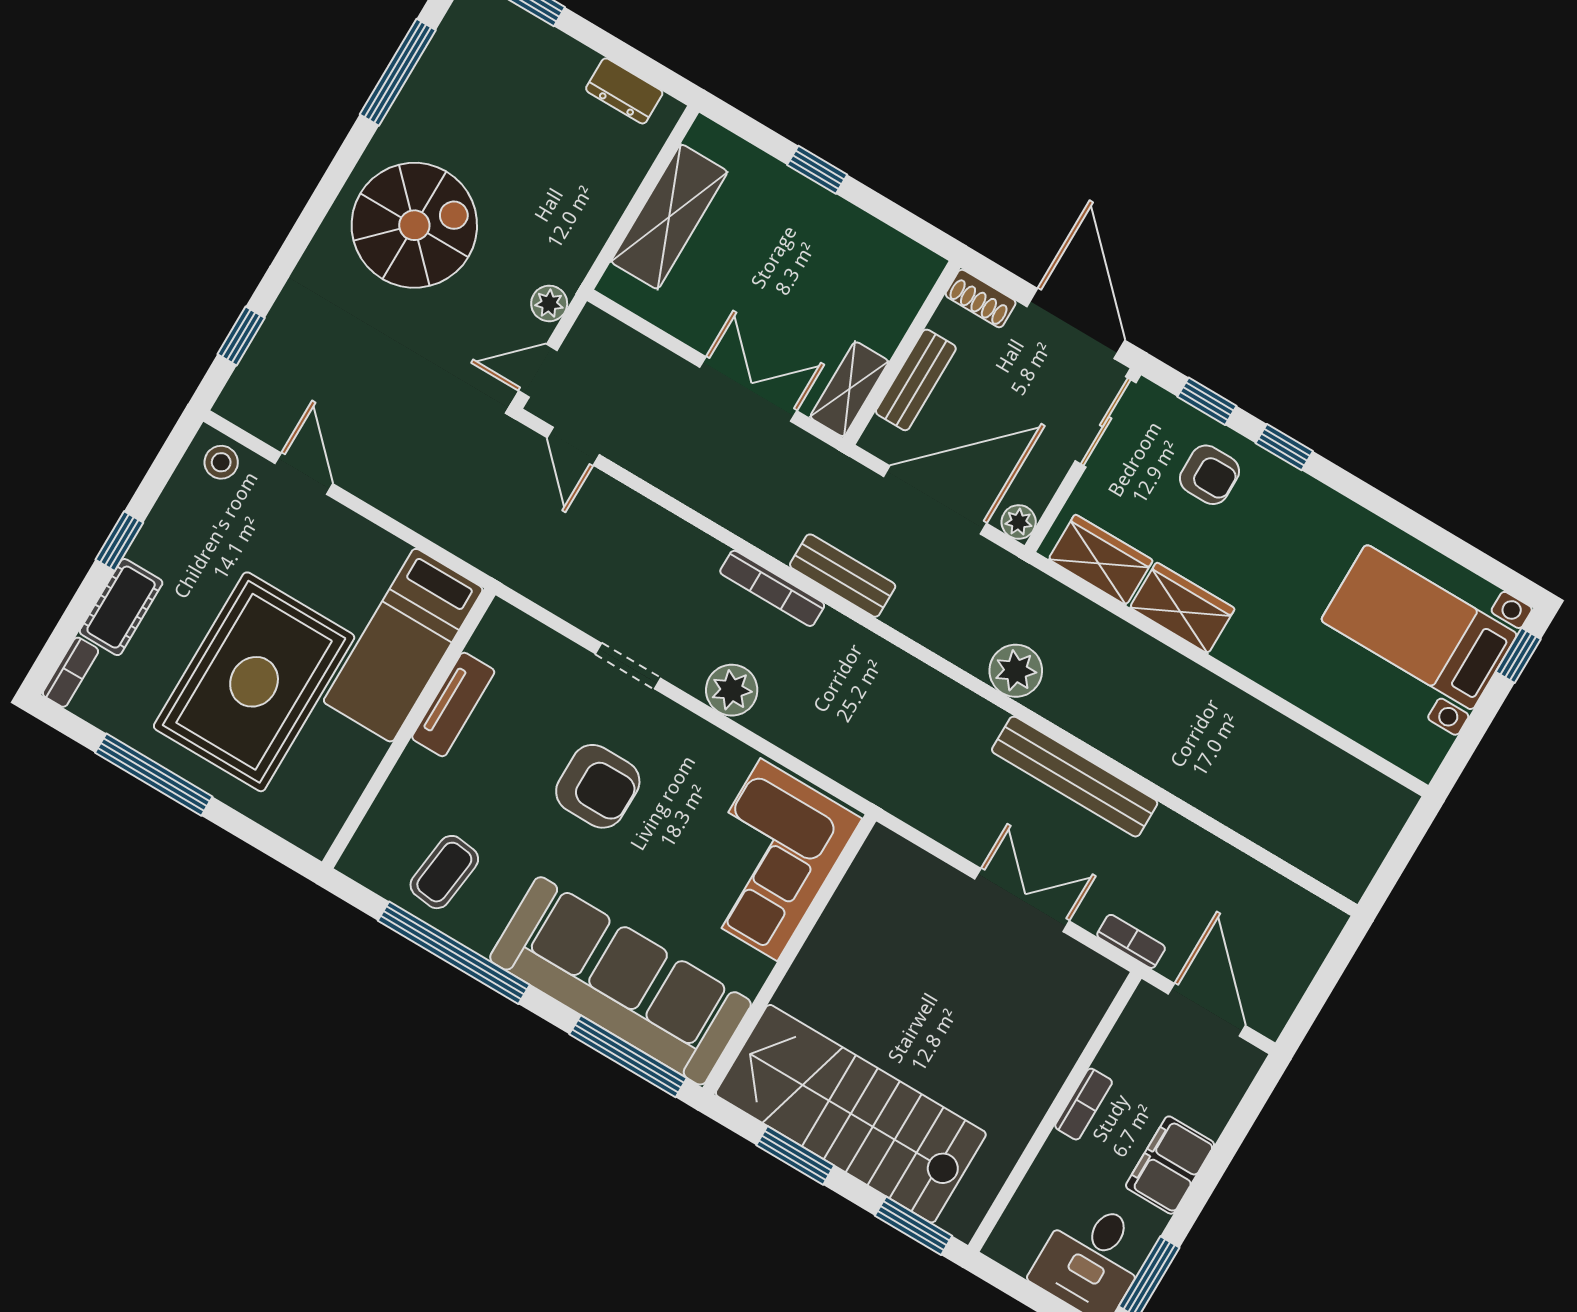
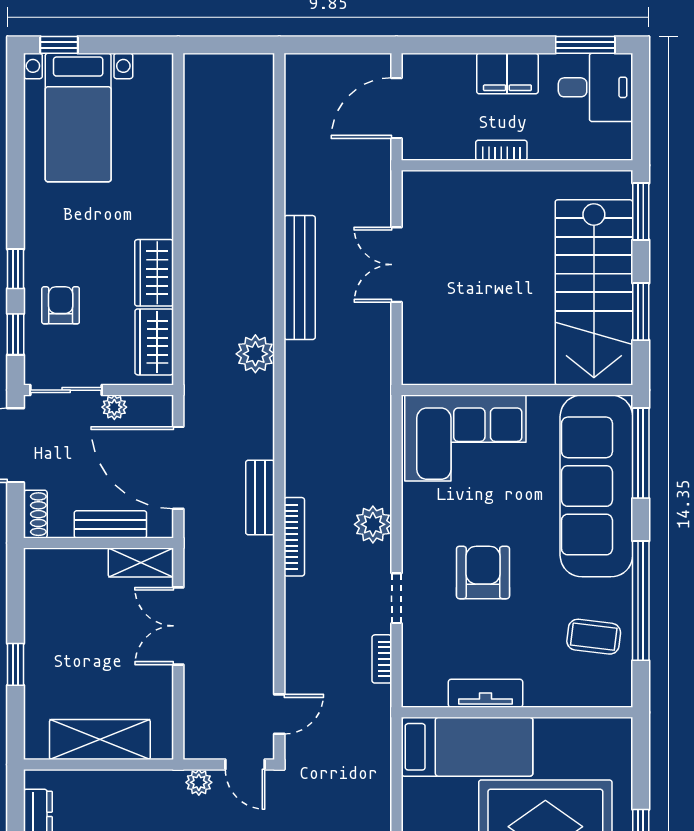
plant: (1019, 522) -> (114, 407), moved
bookcase: (1131, 941) -> (382, 659), moved

